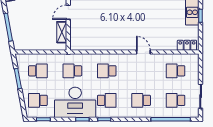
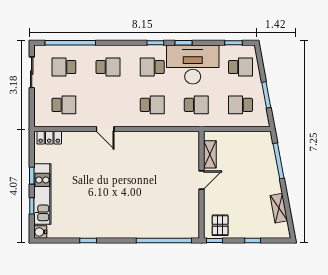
school desk: (176, 100) -> (64, 67), turned 180

